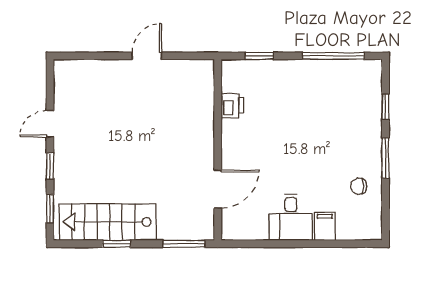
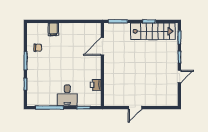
desk: (291, 217) -> (67, 95), moved, turned 180

